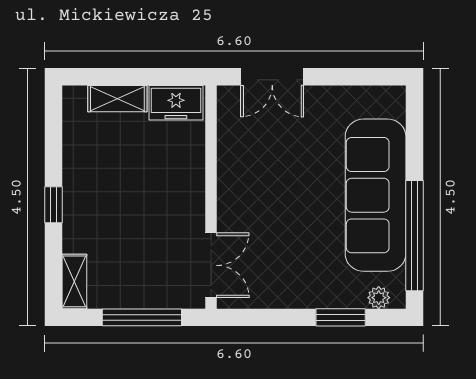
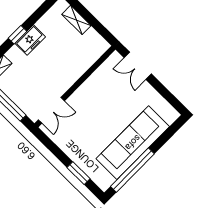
freezer: (176, 103) -> (30, 40), moved, turned -90
plant: (379, 298) -> (99, 179), removed

